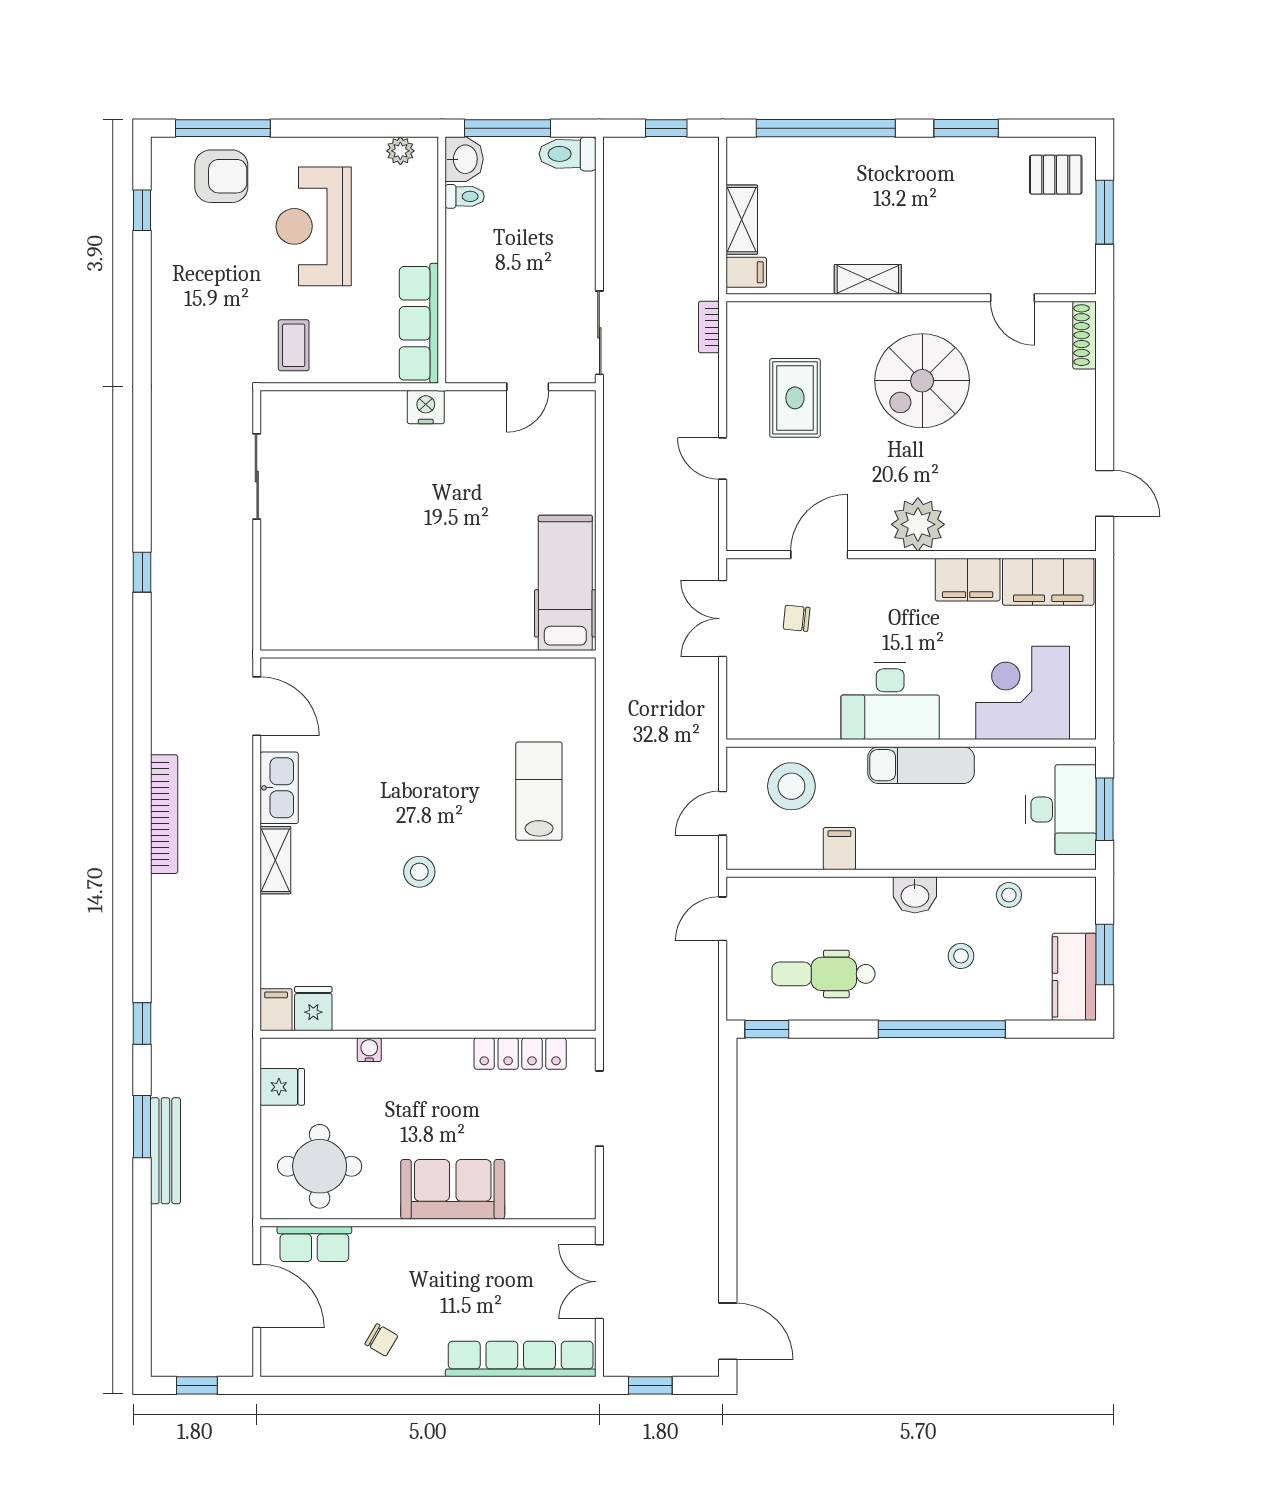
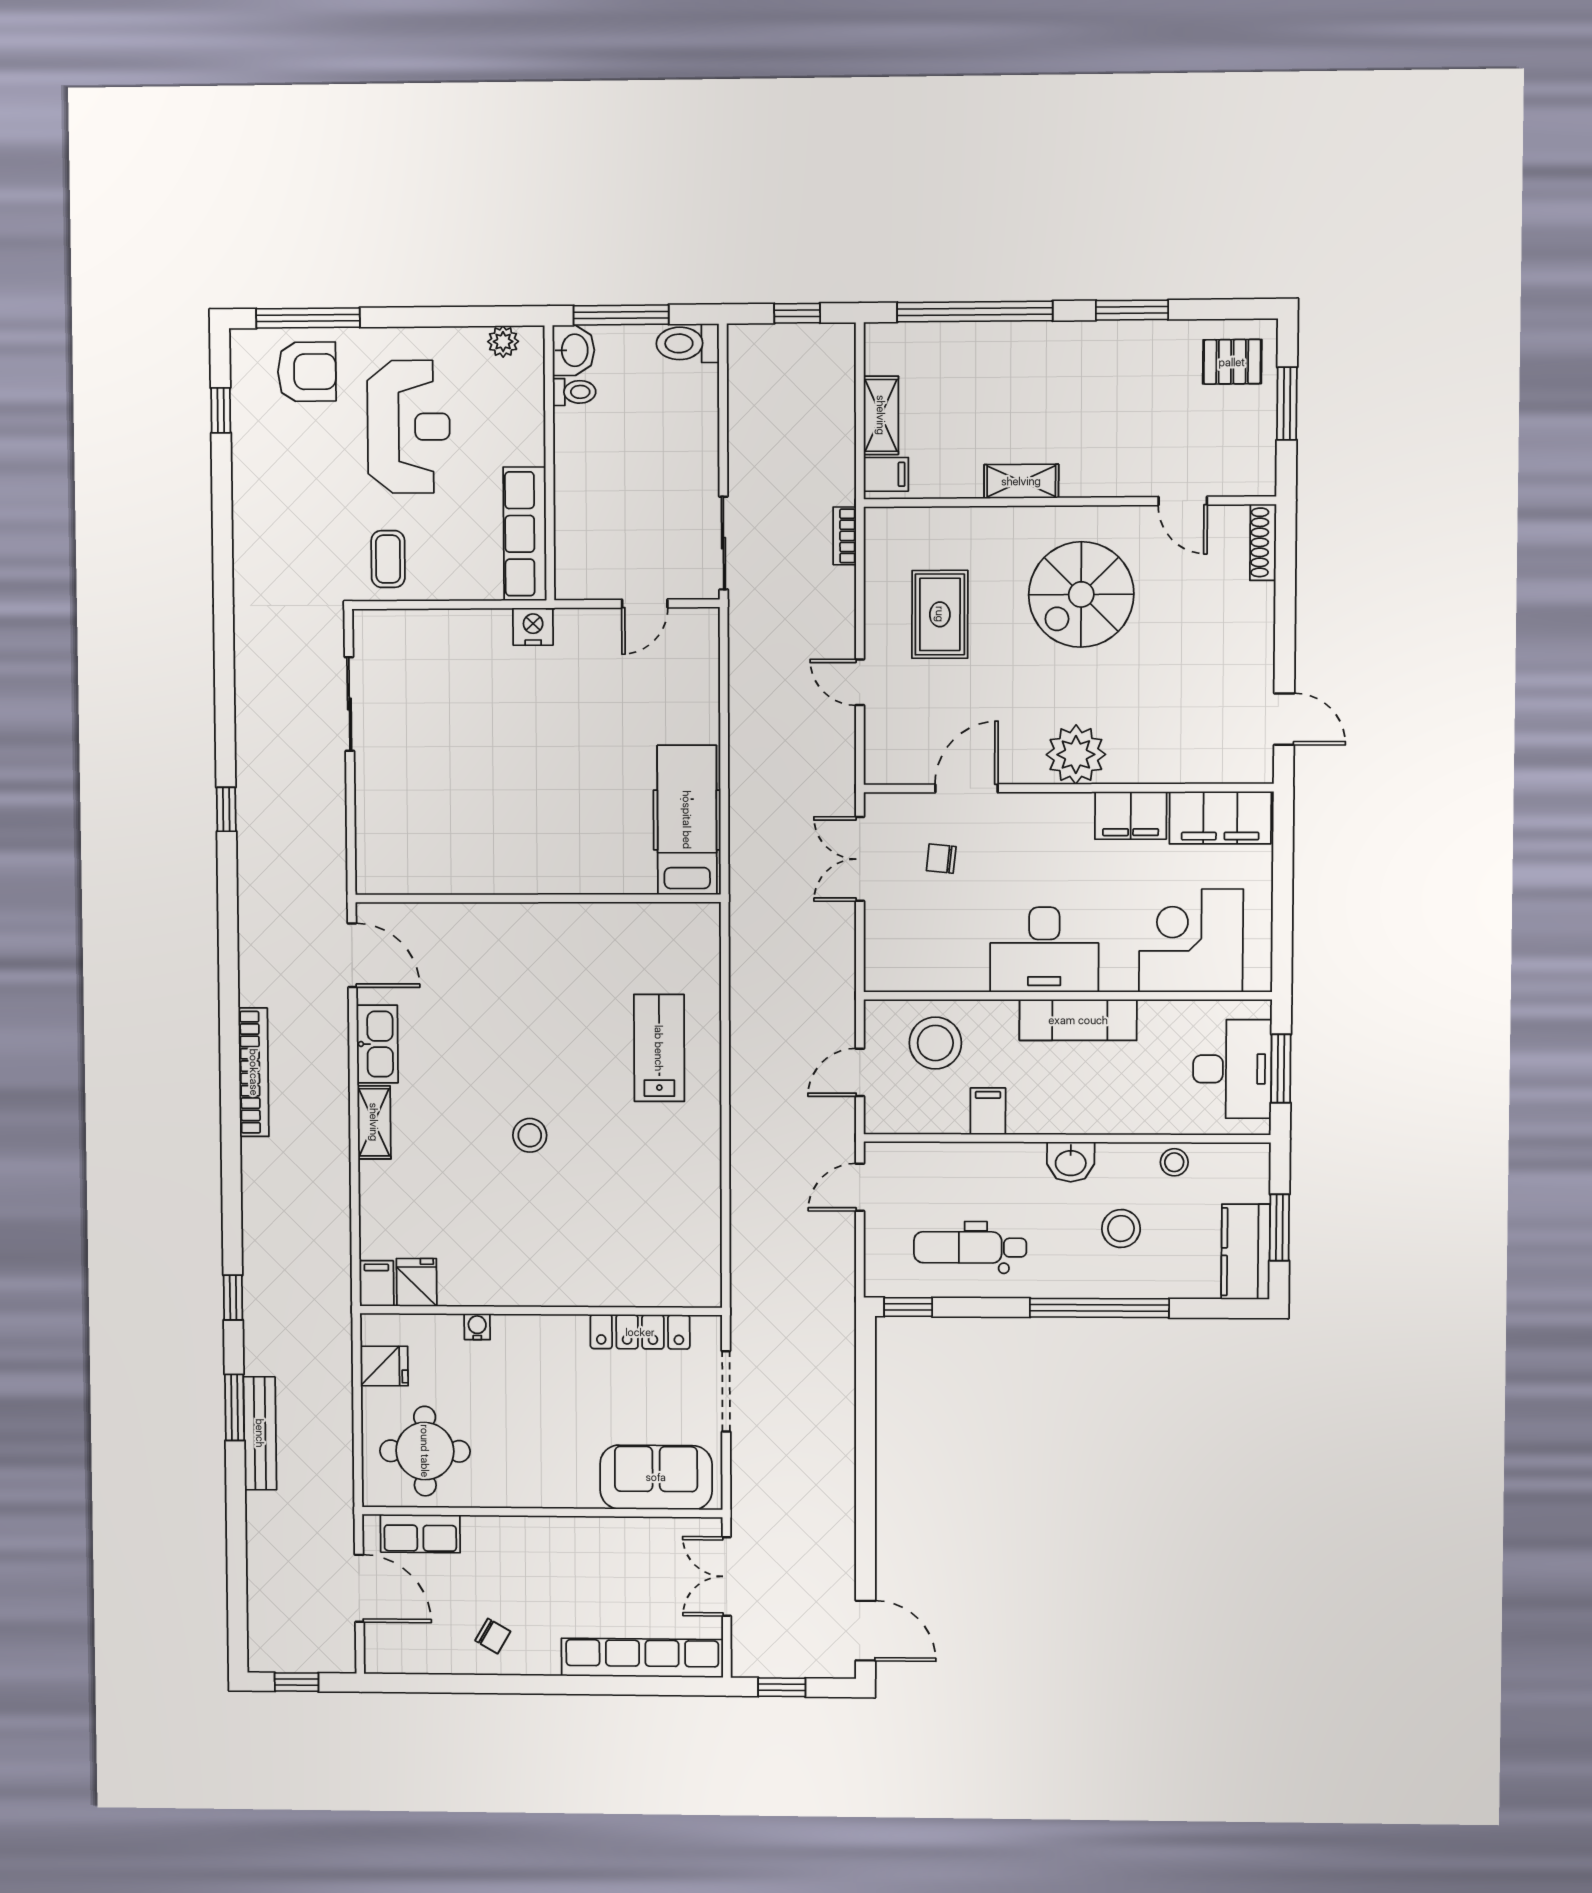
reception desk: (314, 226) -> (409, 427), turned 180
stool: (961, 956) -> (1121, 1229), width x1.37, depth x1.37
sofa: (453, 1189) -> (656, 1477), moved

